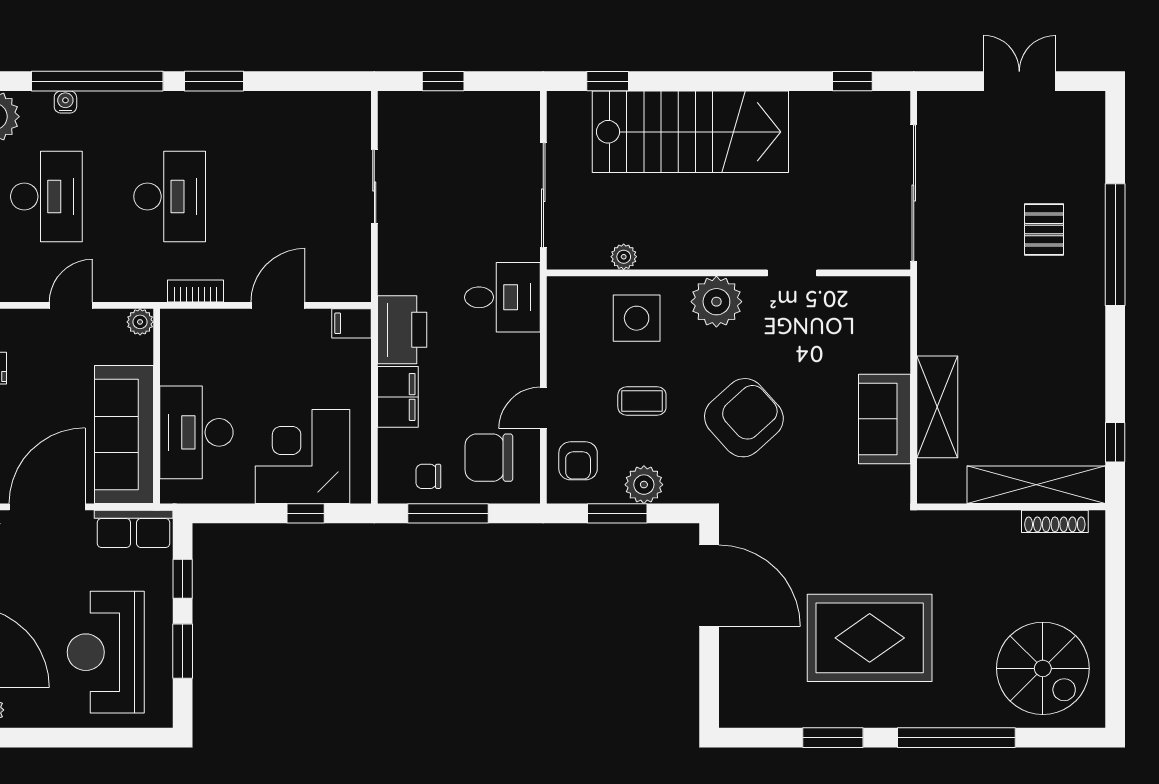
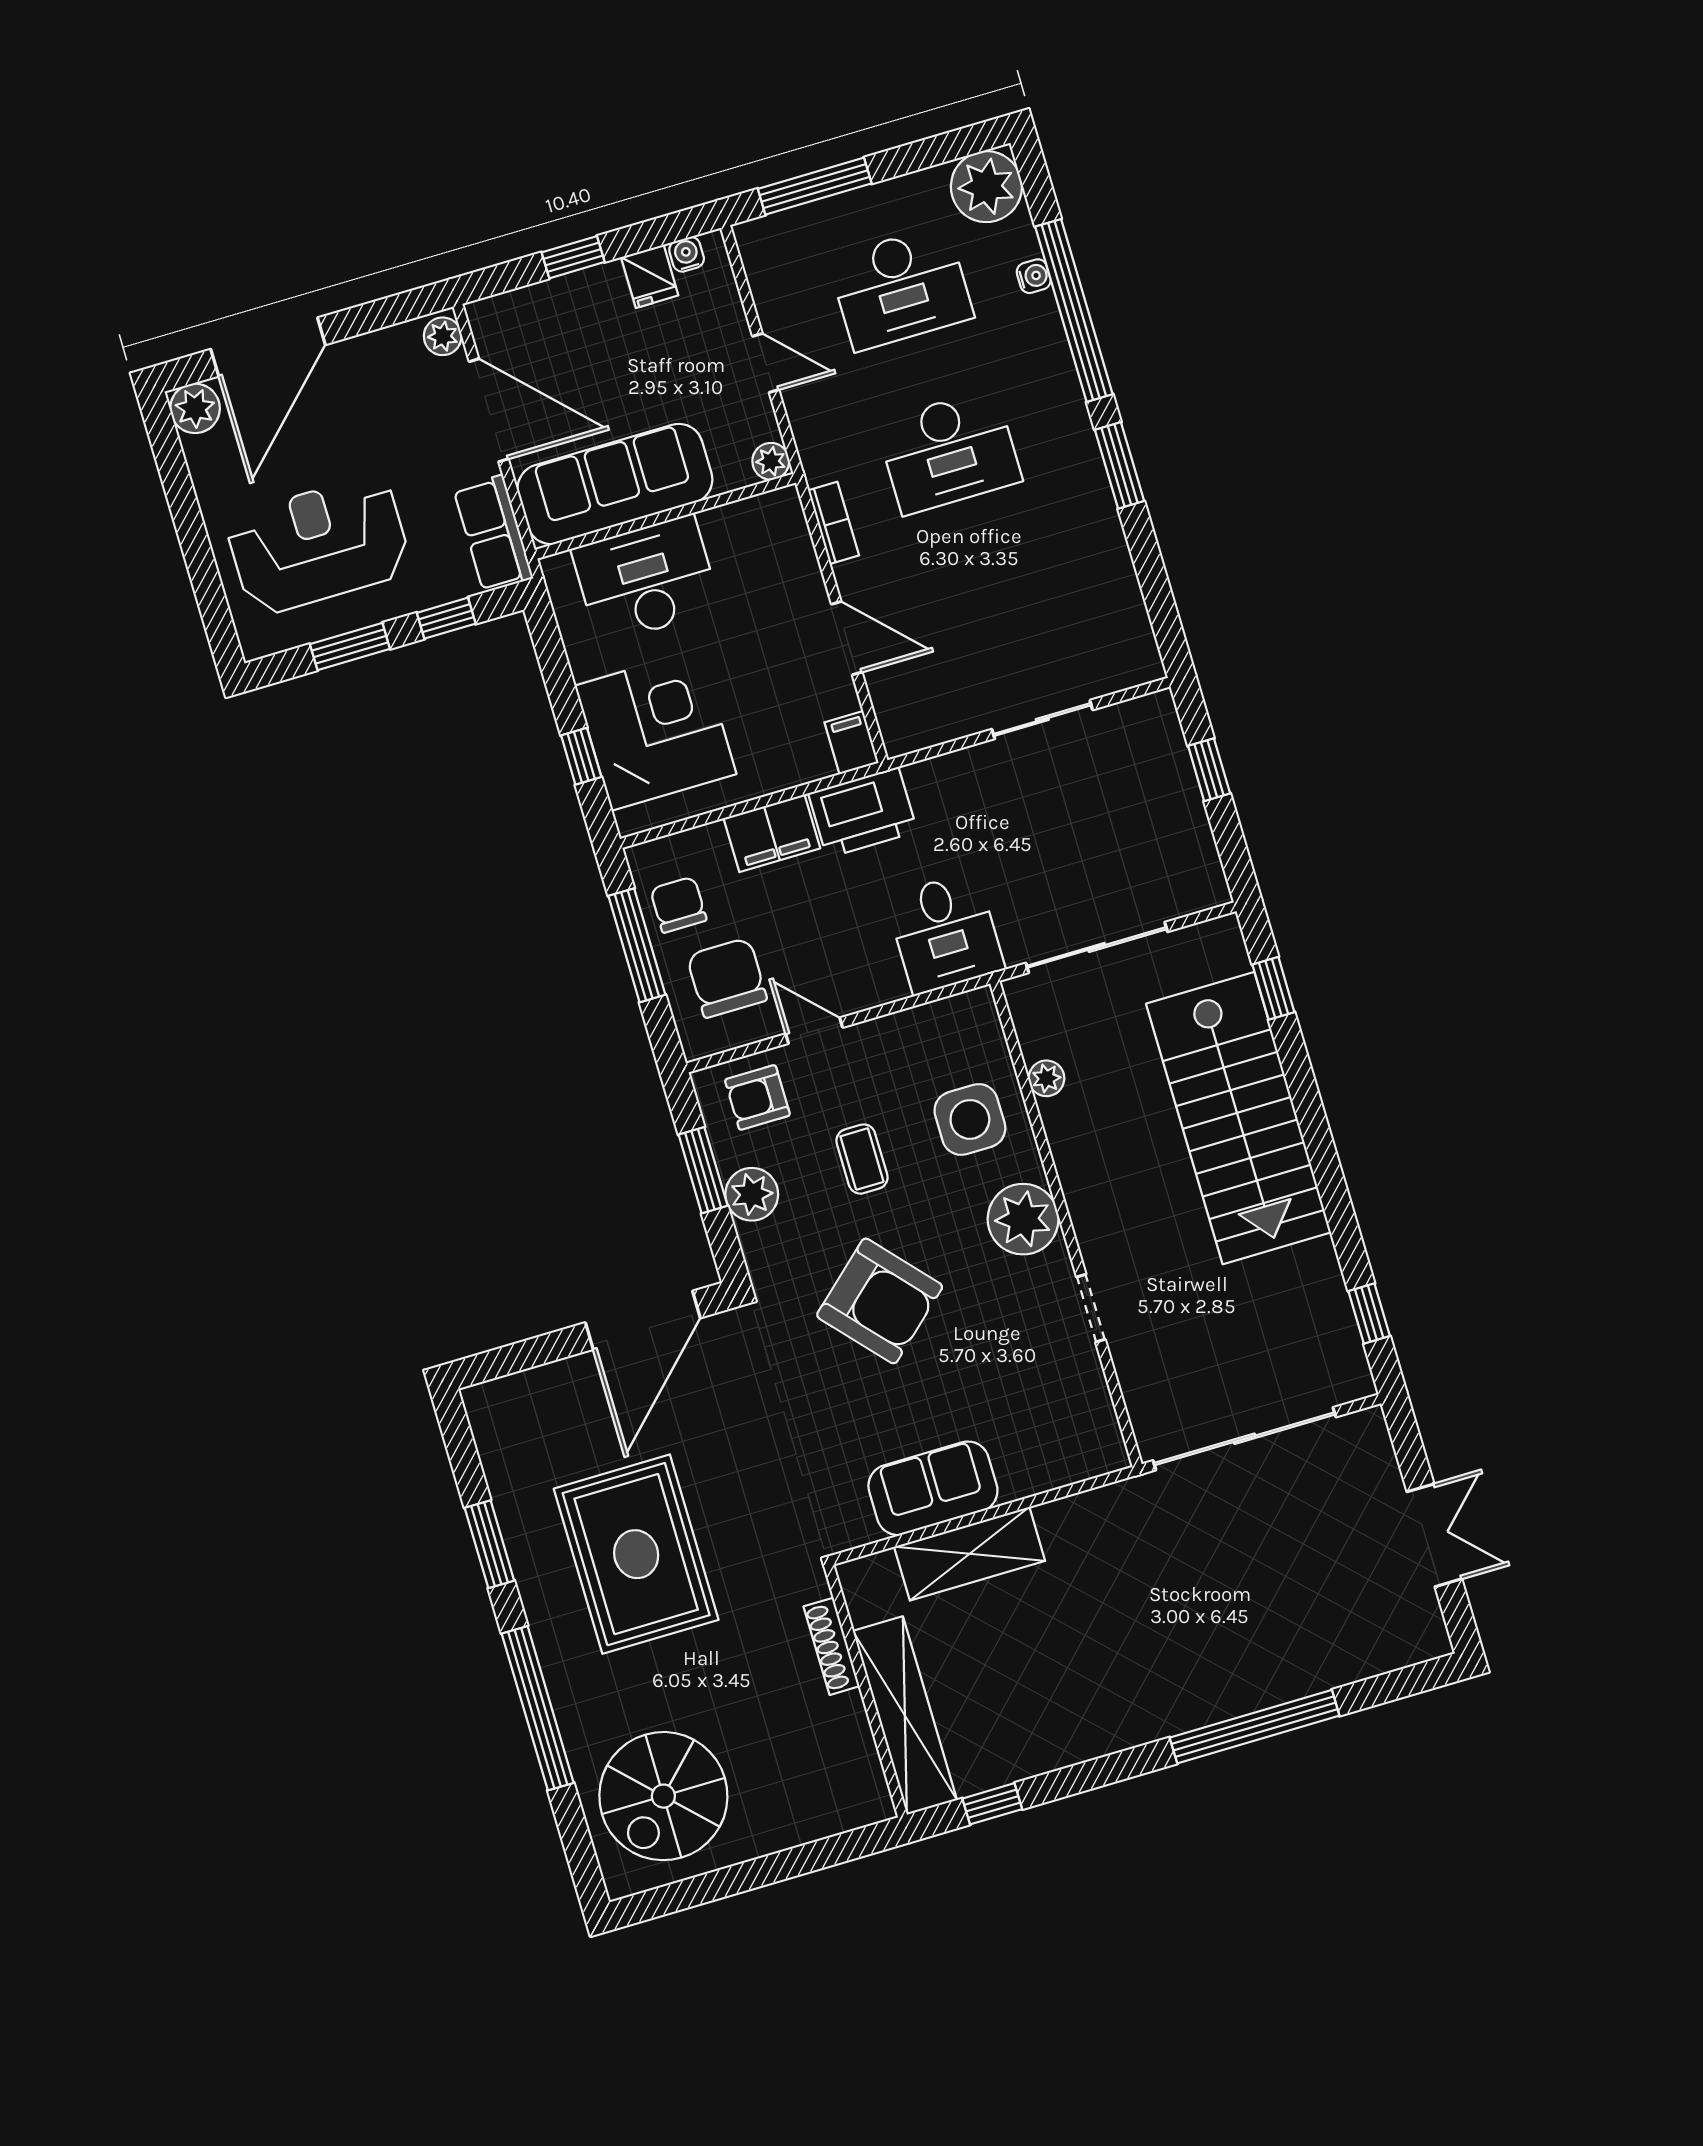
pallet: (1044, 230) -> (1247, 1626), removed
chair: (428, 476) -> (678, 905), width x1.37, depth x1.37
shoe rack: (1055, 521) -> (832, 1646), moved

